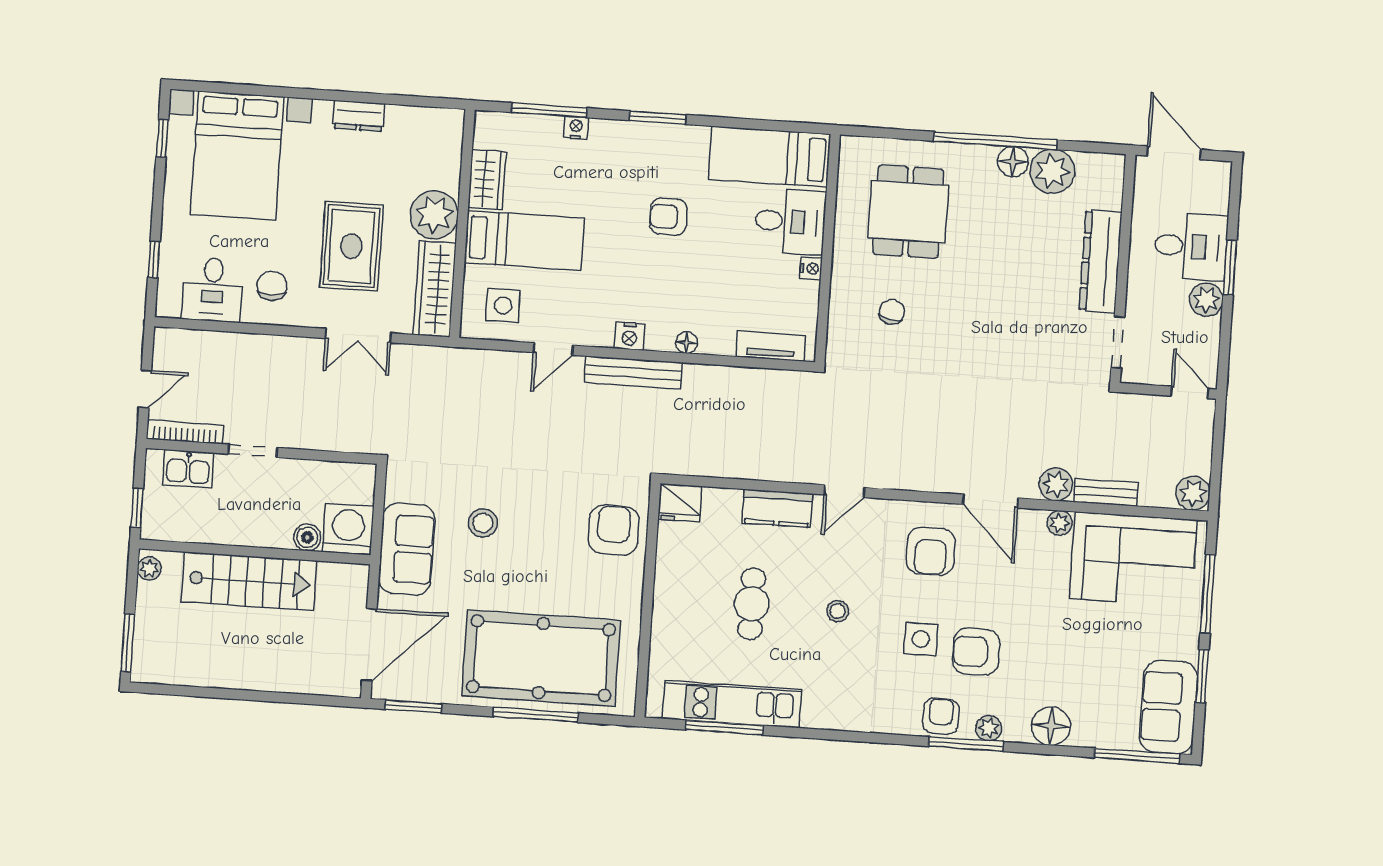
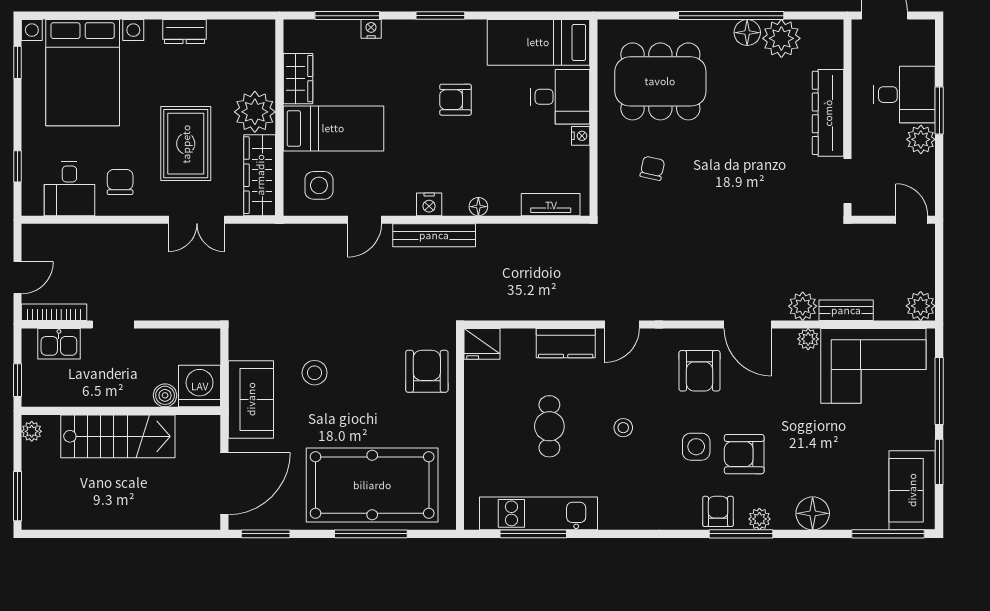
dining table: (908, 212) -> (660, 81), width x1.38

